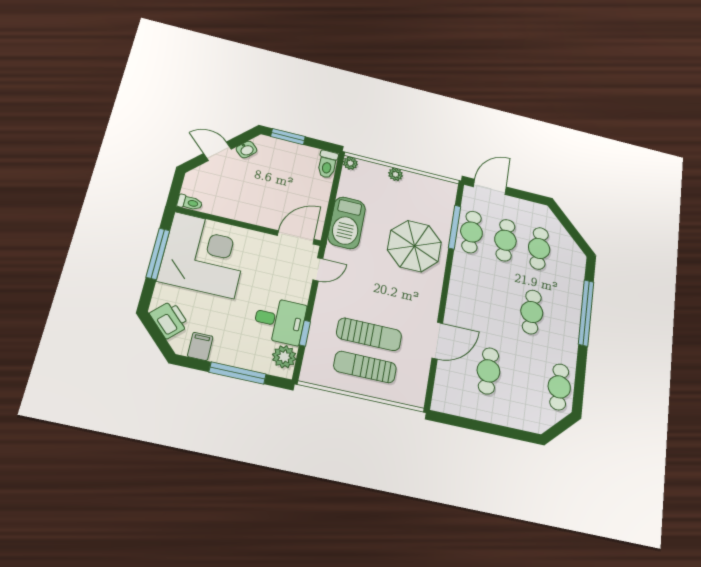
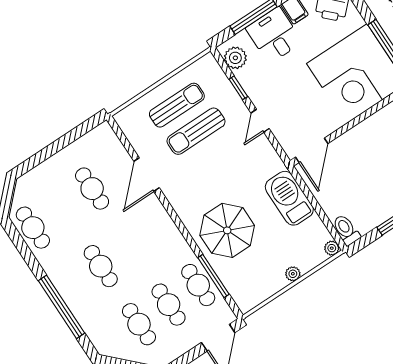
door: (318, 269) -> (260, 121), moved
desk: (280, 321) -> (274, 35), moved, turned 90

